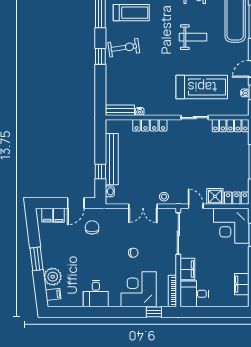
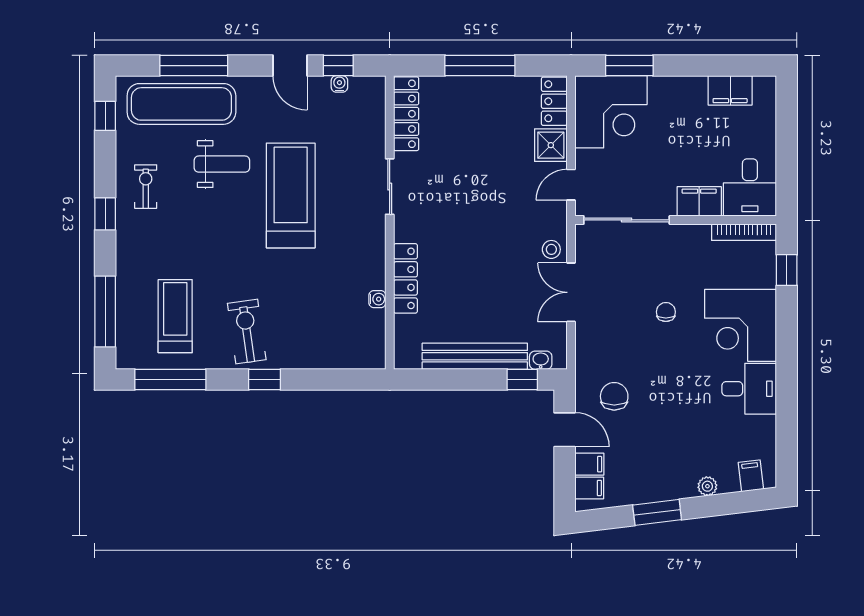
weight bench: (193, 37) -> (222, 164), moved, turned 90
treadmill: (202, 87) -> (291, 195), moved
bench: (120, 110) -> (375, 339), removed
window: (100, 172) -> (522, 380), moved
double door: (143, 206) -> (571, 292), swing flipped
chair: (92, 227) -> (614, 396), turned 90
window: (37, 259) -> (657, 512), moved
plant: (53, 277) -> (707, 486), width x0.53, depth x0.53
corner desk: (139, 289) -> (741, 325), moved

